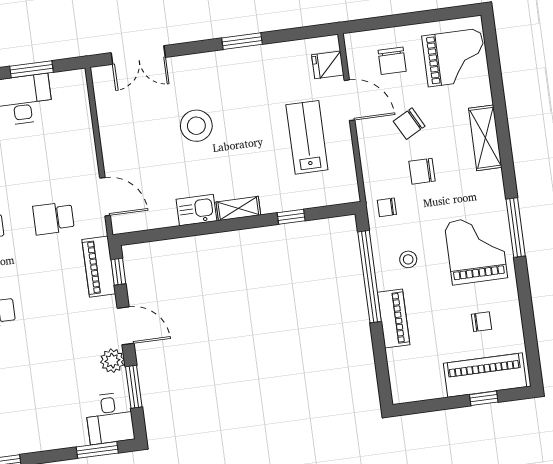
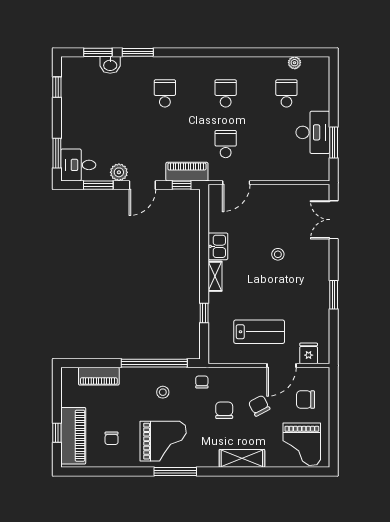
stool: (196, 126) -> (278, 254), width x0.53, depth x0.53
piano: (394, 318) -> (99, 376), moved

